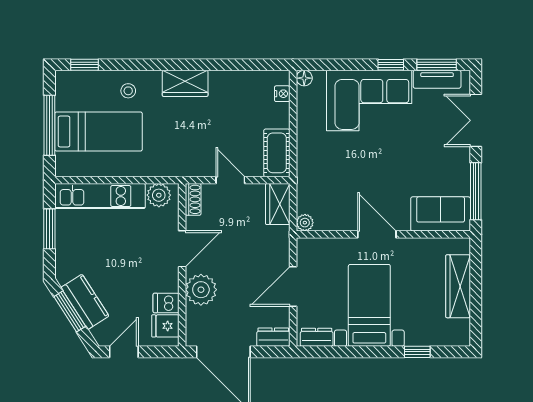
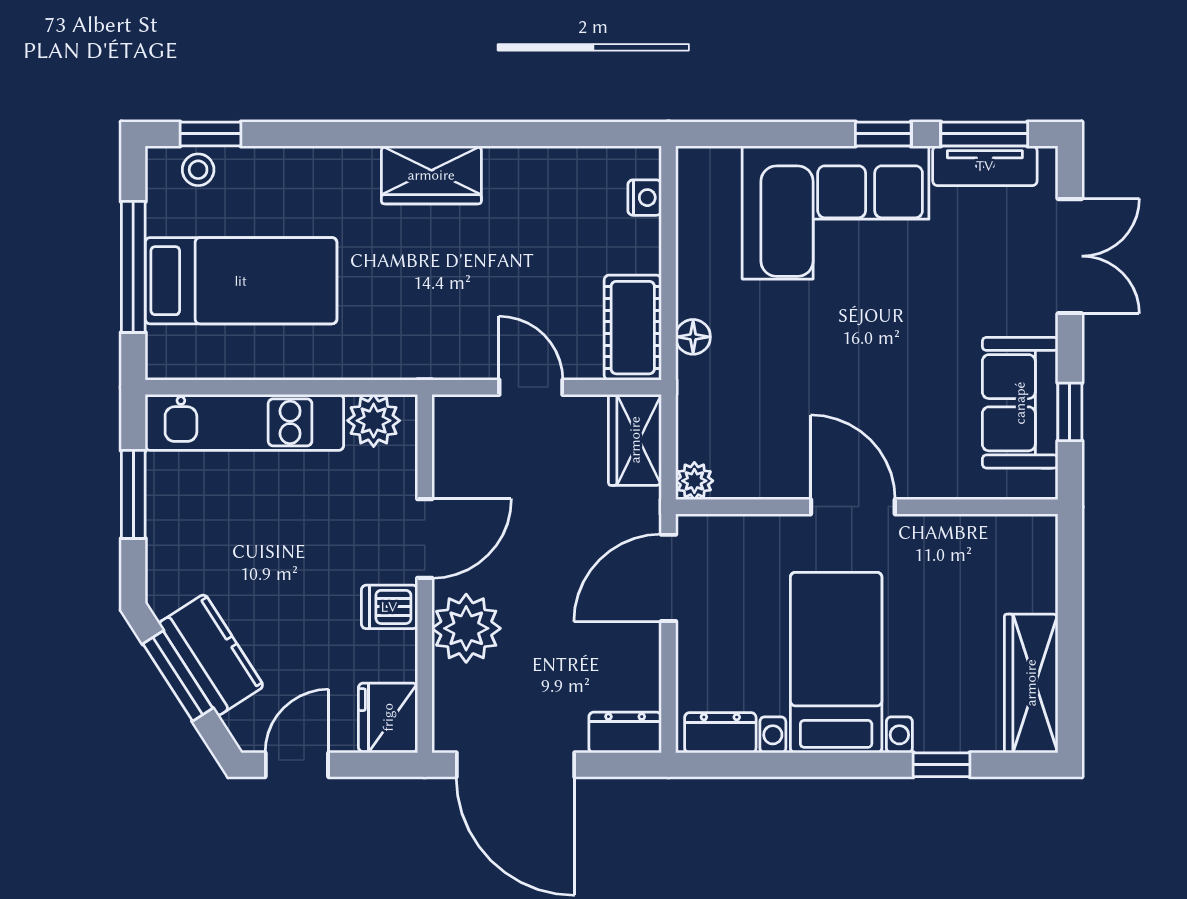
floor lamp: (304, 78) -> (693, 337), moved
stool: (128, 91) -> (198, 170), moved
double door: (476, 120) -> (1070, 256), swing flipped
window: (476, 191) -> (1070, 412), width x0.46
shoe rack: (193, 199) -> (449, 430), removed
sofa: (441, 214) -> (1020, 403), moved, turned -90
wardrobe: (458, 286) -> (1031, 683), moved
door: (293, 287) -> (668, 578), moved
dishwasher: (166, 303) -> (389, 607), moved
fridge: (165, 326) -> (388, 717), width x1.38

